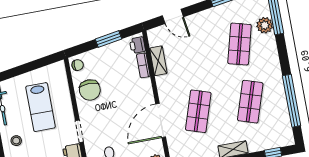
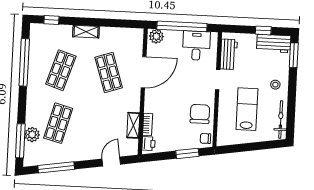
door: (173, 16) -> (111, 162), hinge flipped
window: (108, 39) -> (187, 153), moved
shop shelf: (198, 111) -> (109, 73), turned -36

